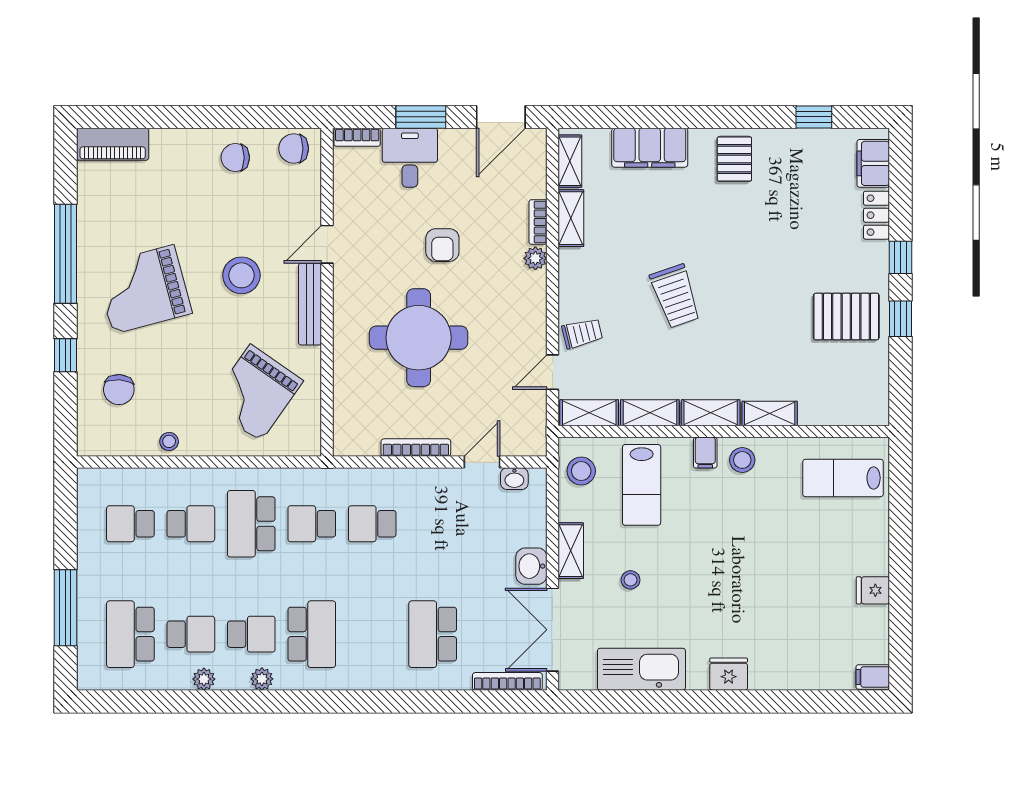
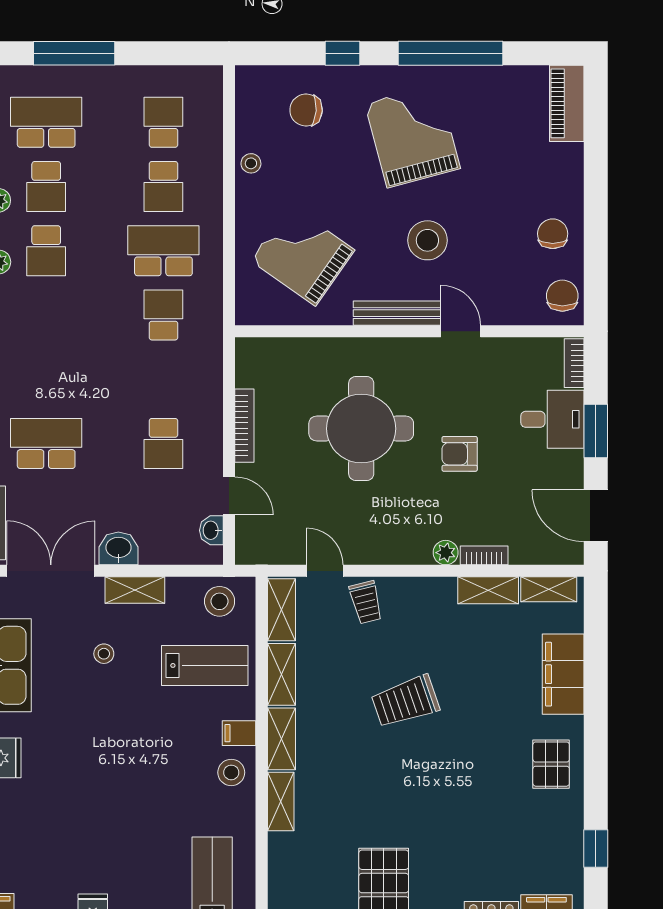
pallet: (734, 159) -> (551, 764), turned 90
lab bench: (642, 485) -> (205, 665), turned 180
school desk: (372, 524) -> (163, 443), moved, turned 180
school desk: (312, 634) -> (46, 315), removed

